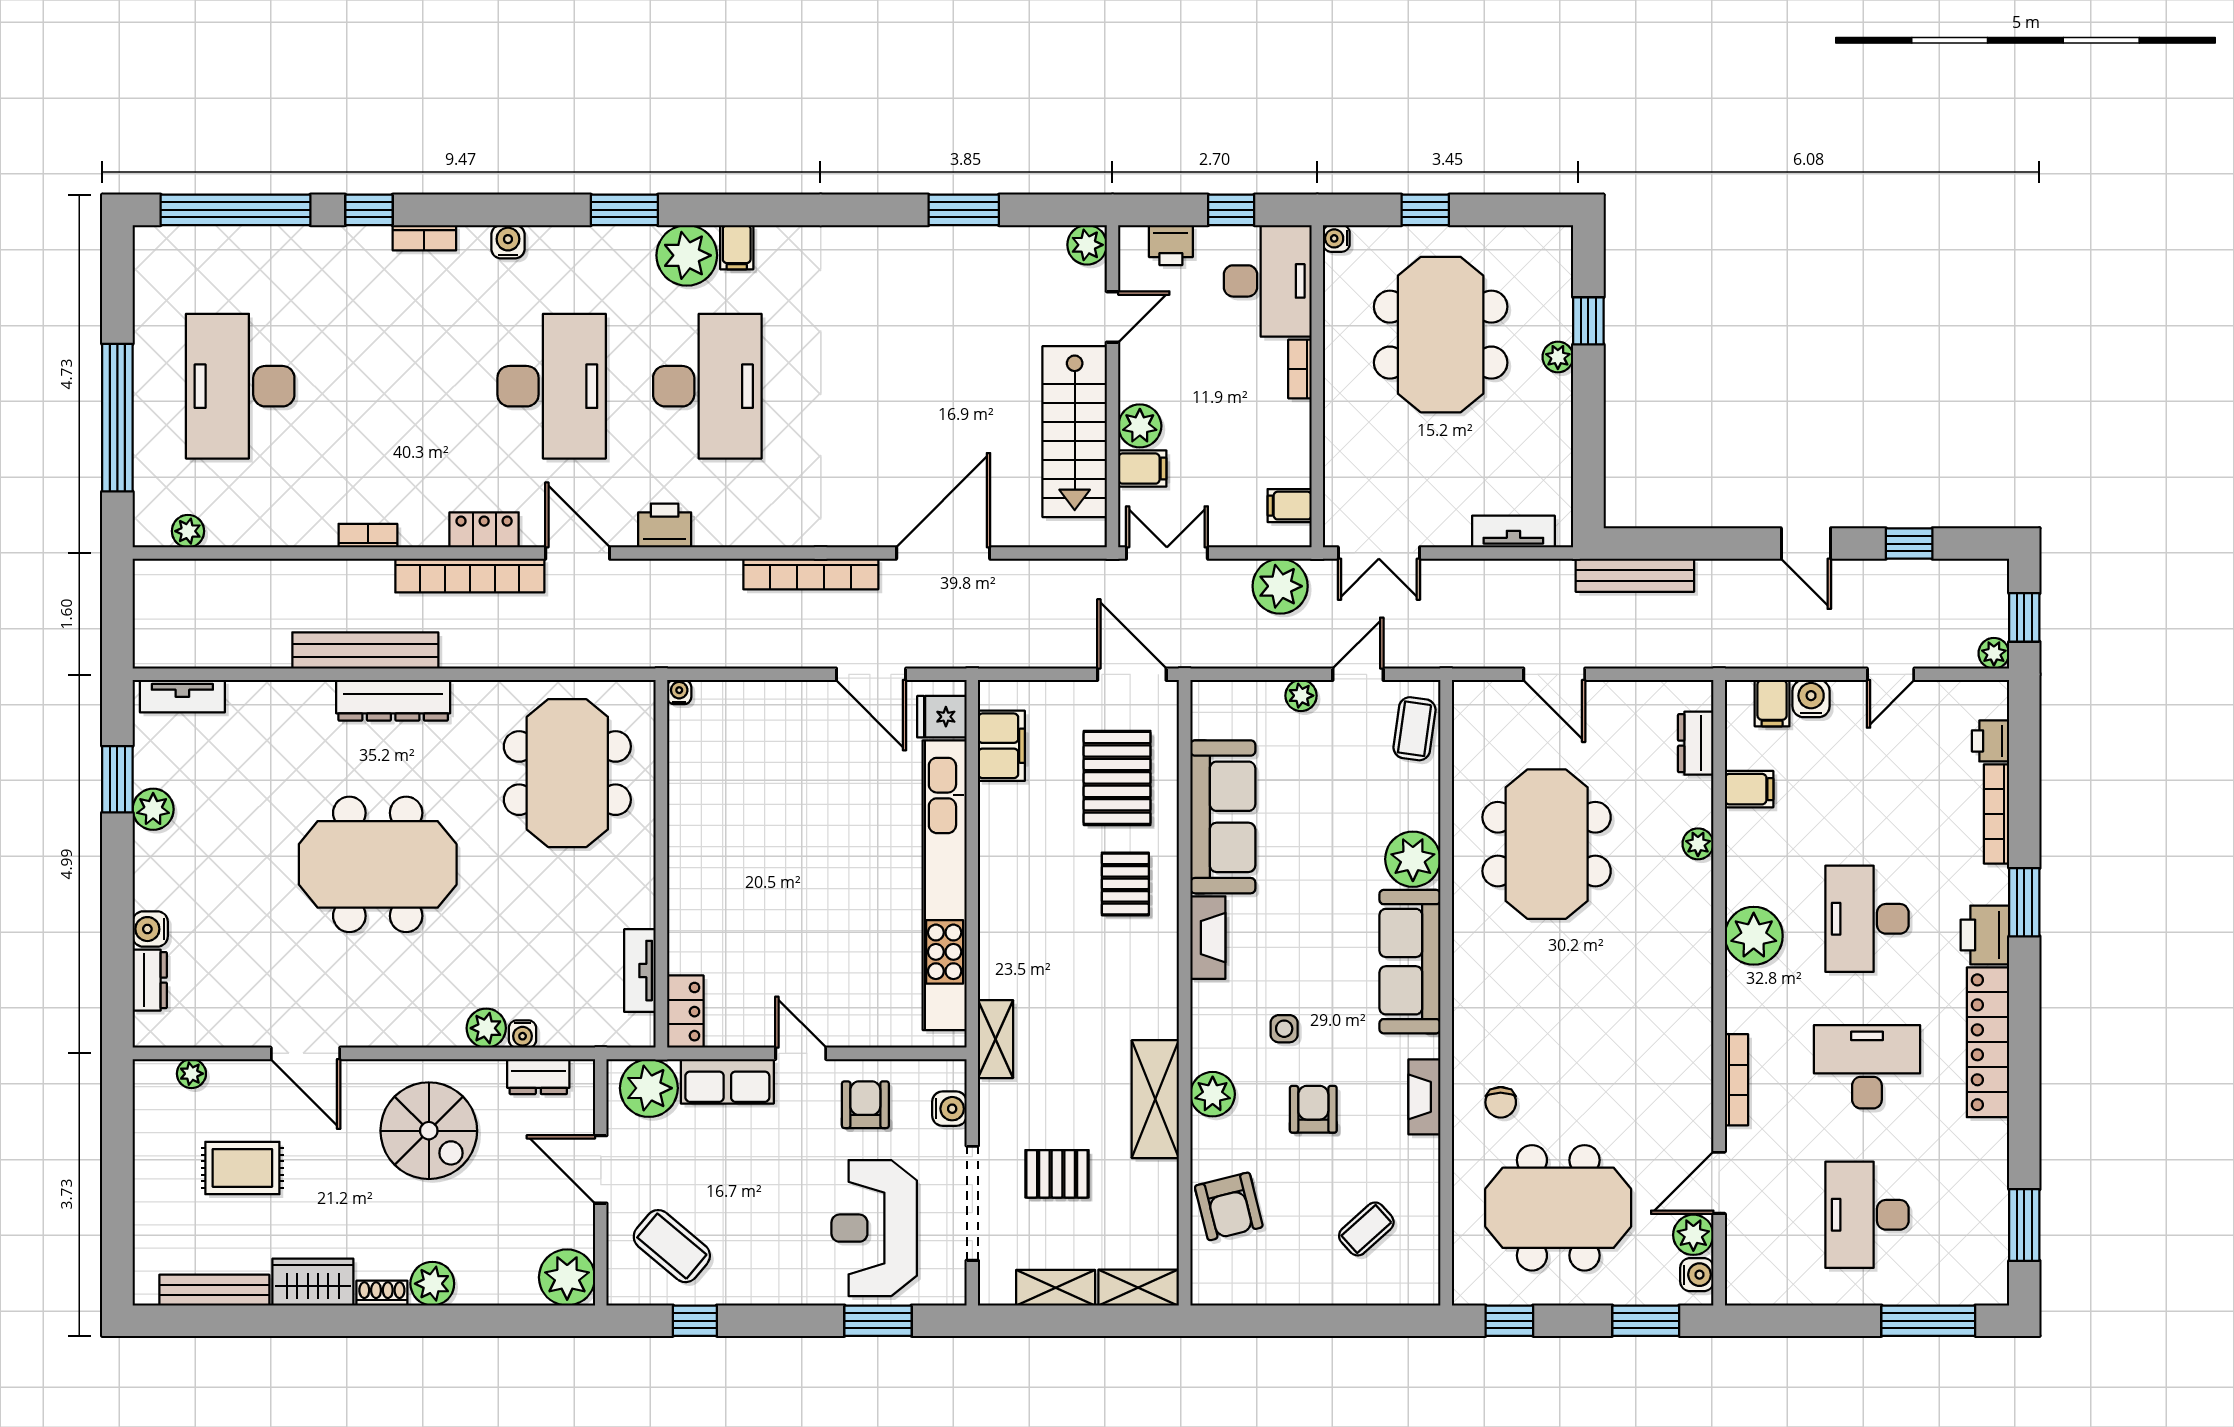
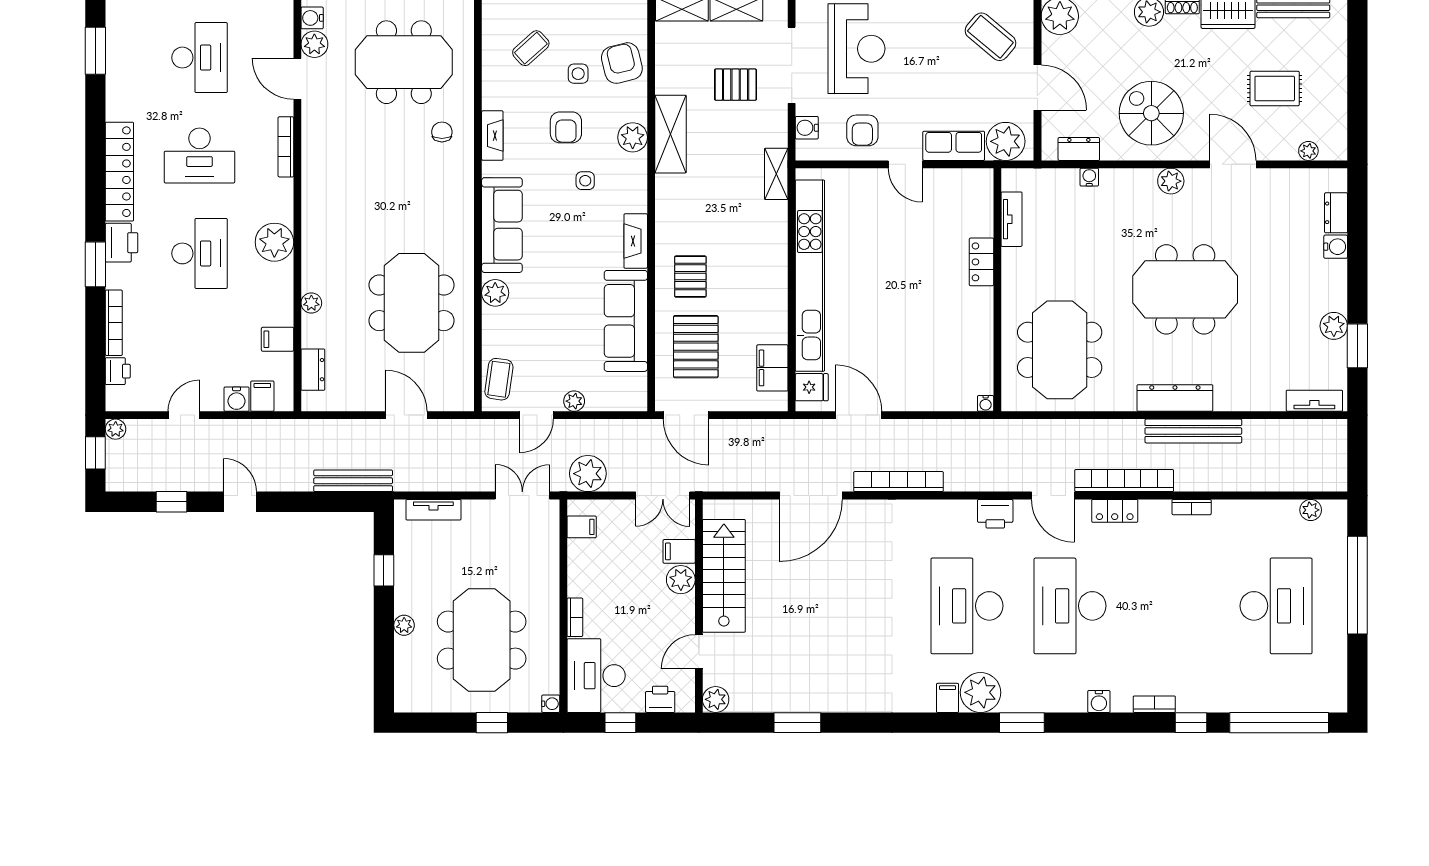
window: (1588, 321) -> (384, 570), moved
plant: (1413, 859) -> (495, 293), width x0.73, depth x0.73
locker: (685, 1012) -> (982, 262), moved
plant: (486, 1028) -> (1171, 181), moved
door: (1719, 1183) -> (297, 79), swing flipped
side table: (1295, 1190) -> (578, 74), added

